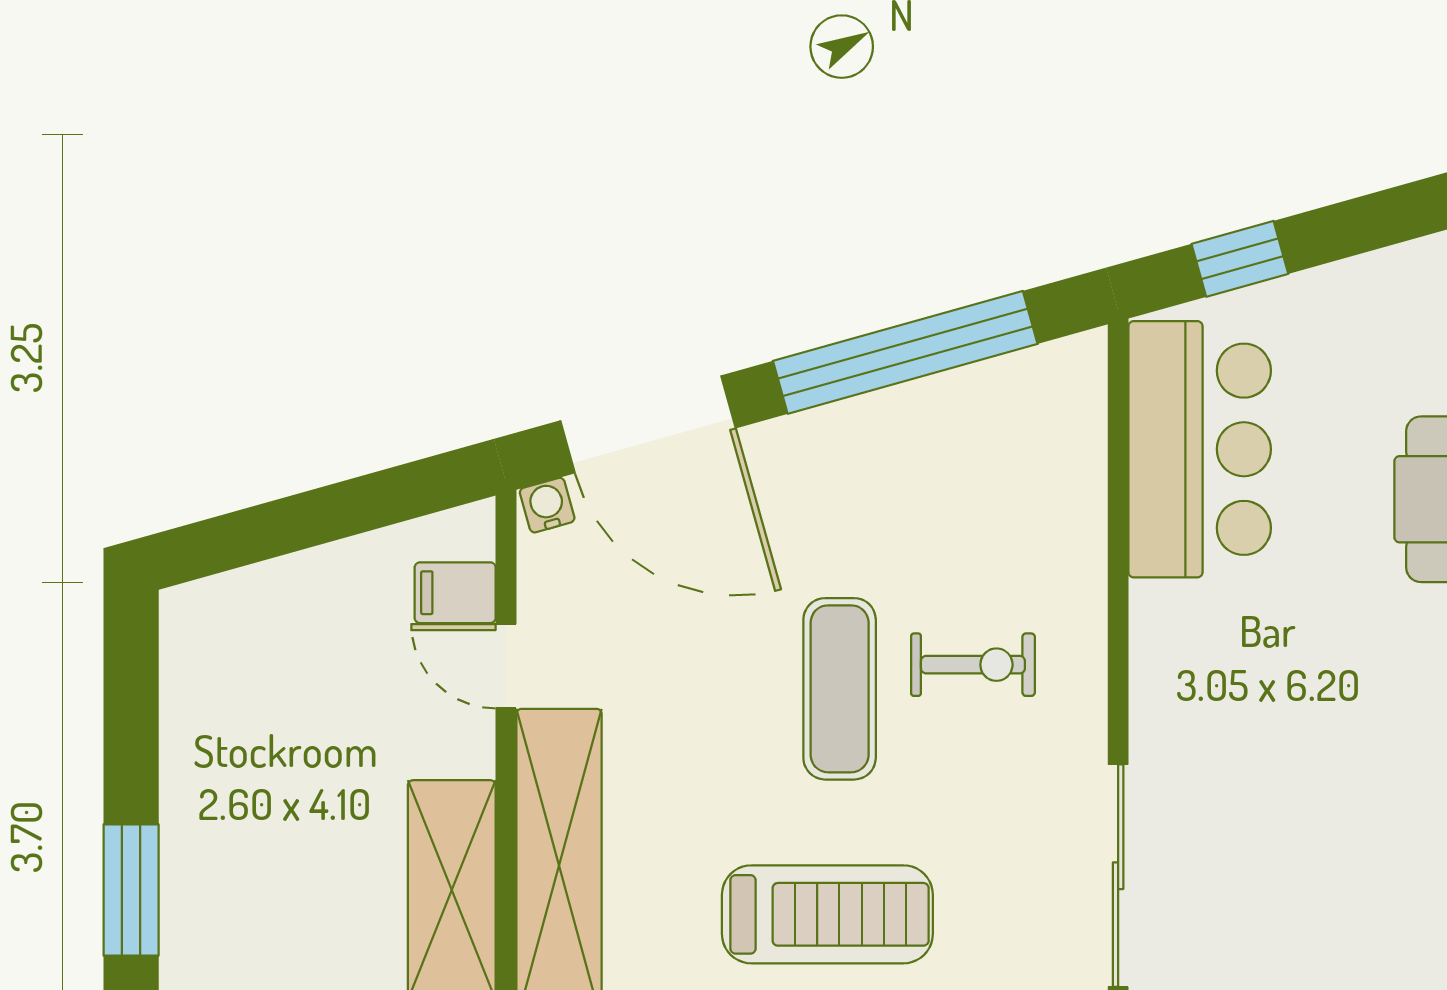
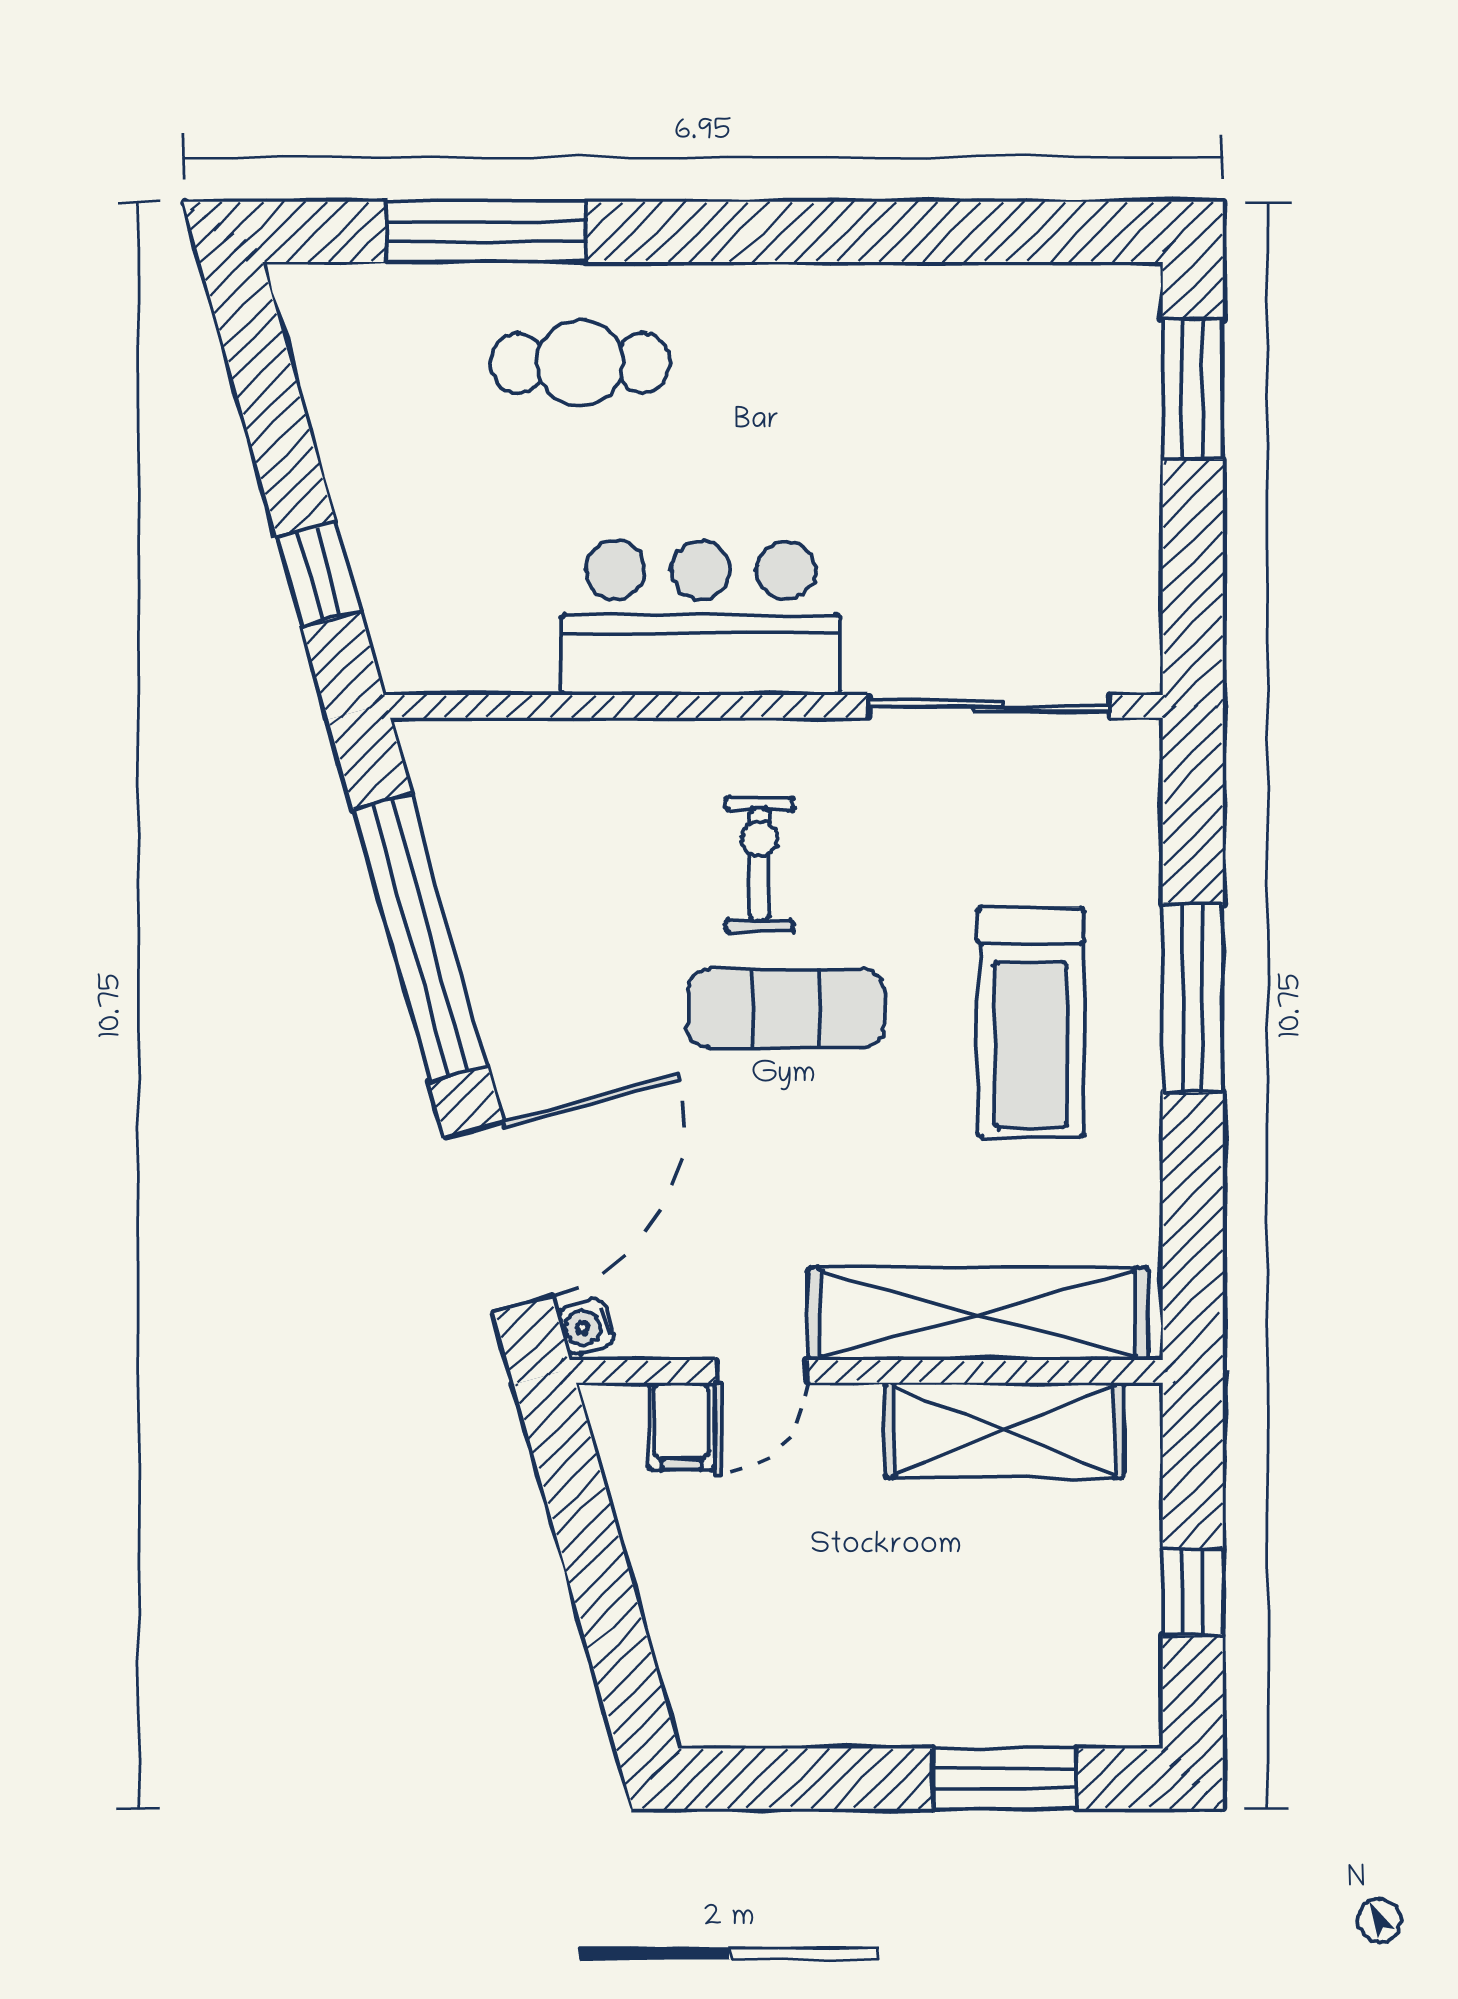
bar counter: (1200, 449) -> (701, 618), moved
treadmill: (827, 914) -> (1031, 1022), turned 180

